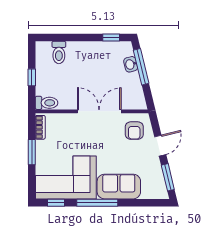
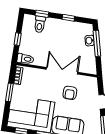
window: (60, 38) -> (42, 14), added
window: (111, 38) -> (68, 18), moved
armchair: (134, 131) -> (70, 93), moved

